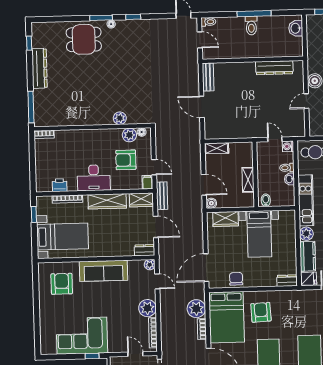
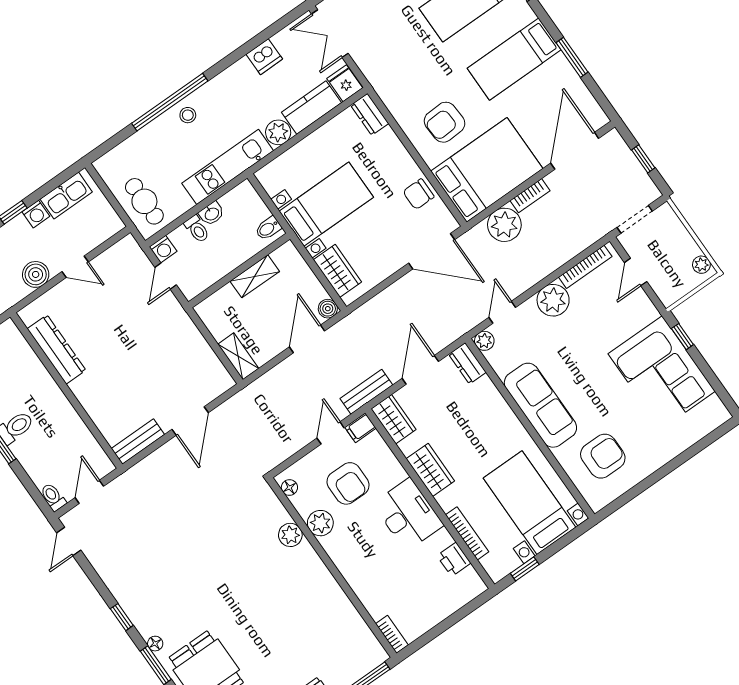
plant: (129, 135) -> (320, 523), moved
wardrobe: (107, 201) -> (430, 470), width x0.67
armchair: (62, 284) -> (603, 456), turned 180

